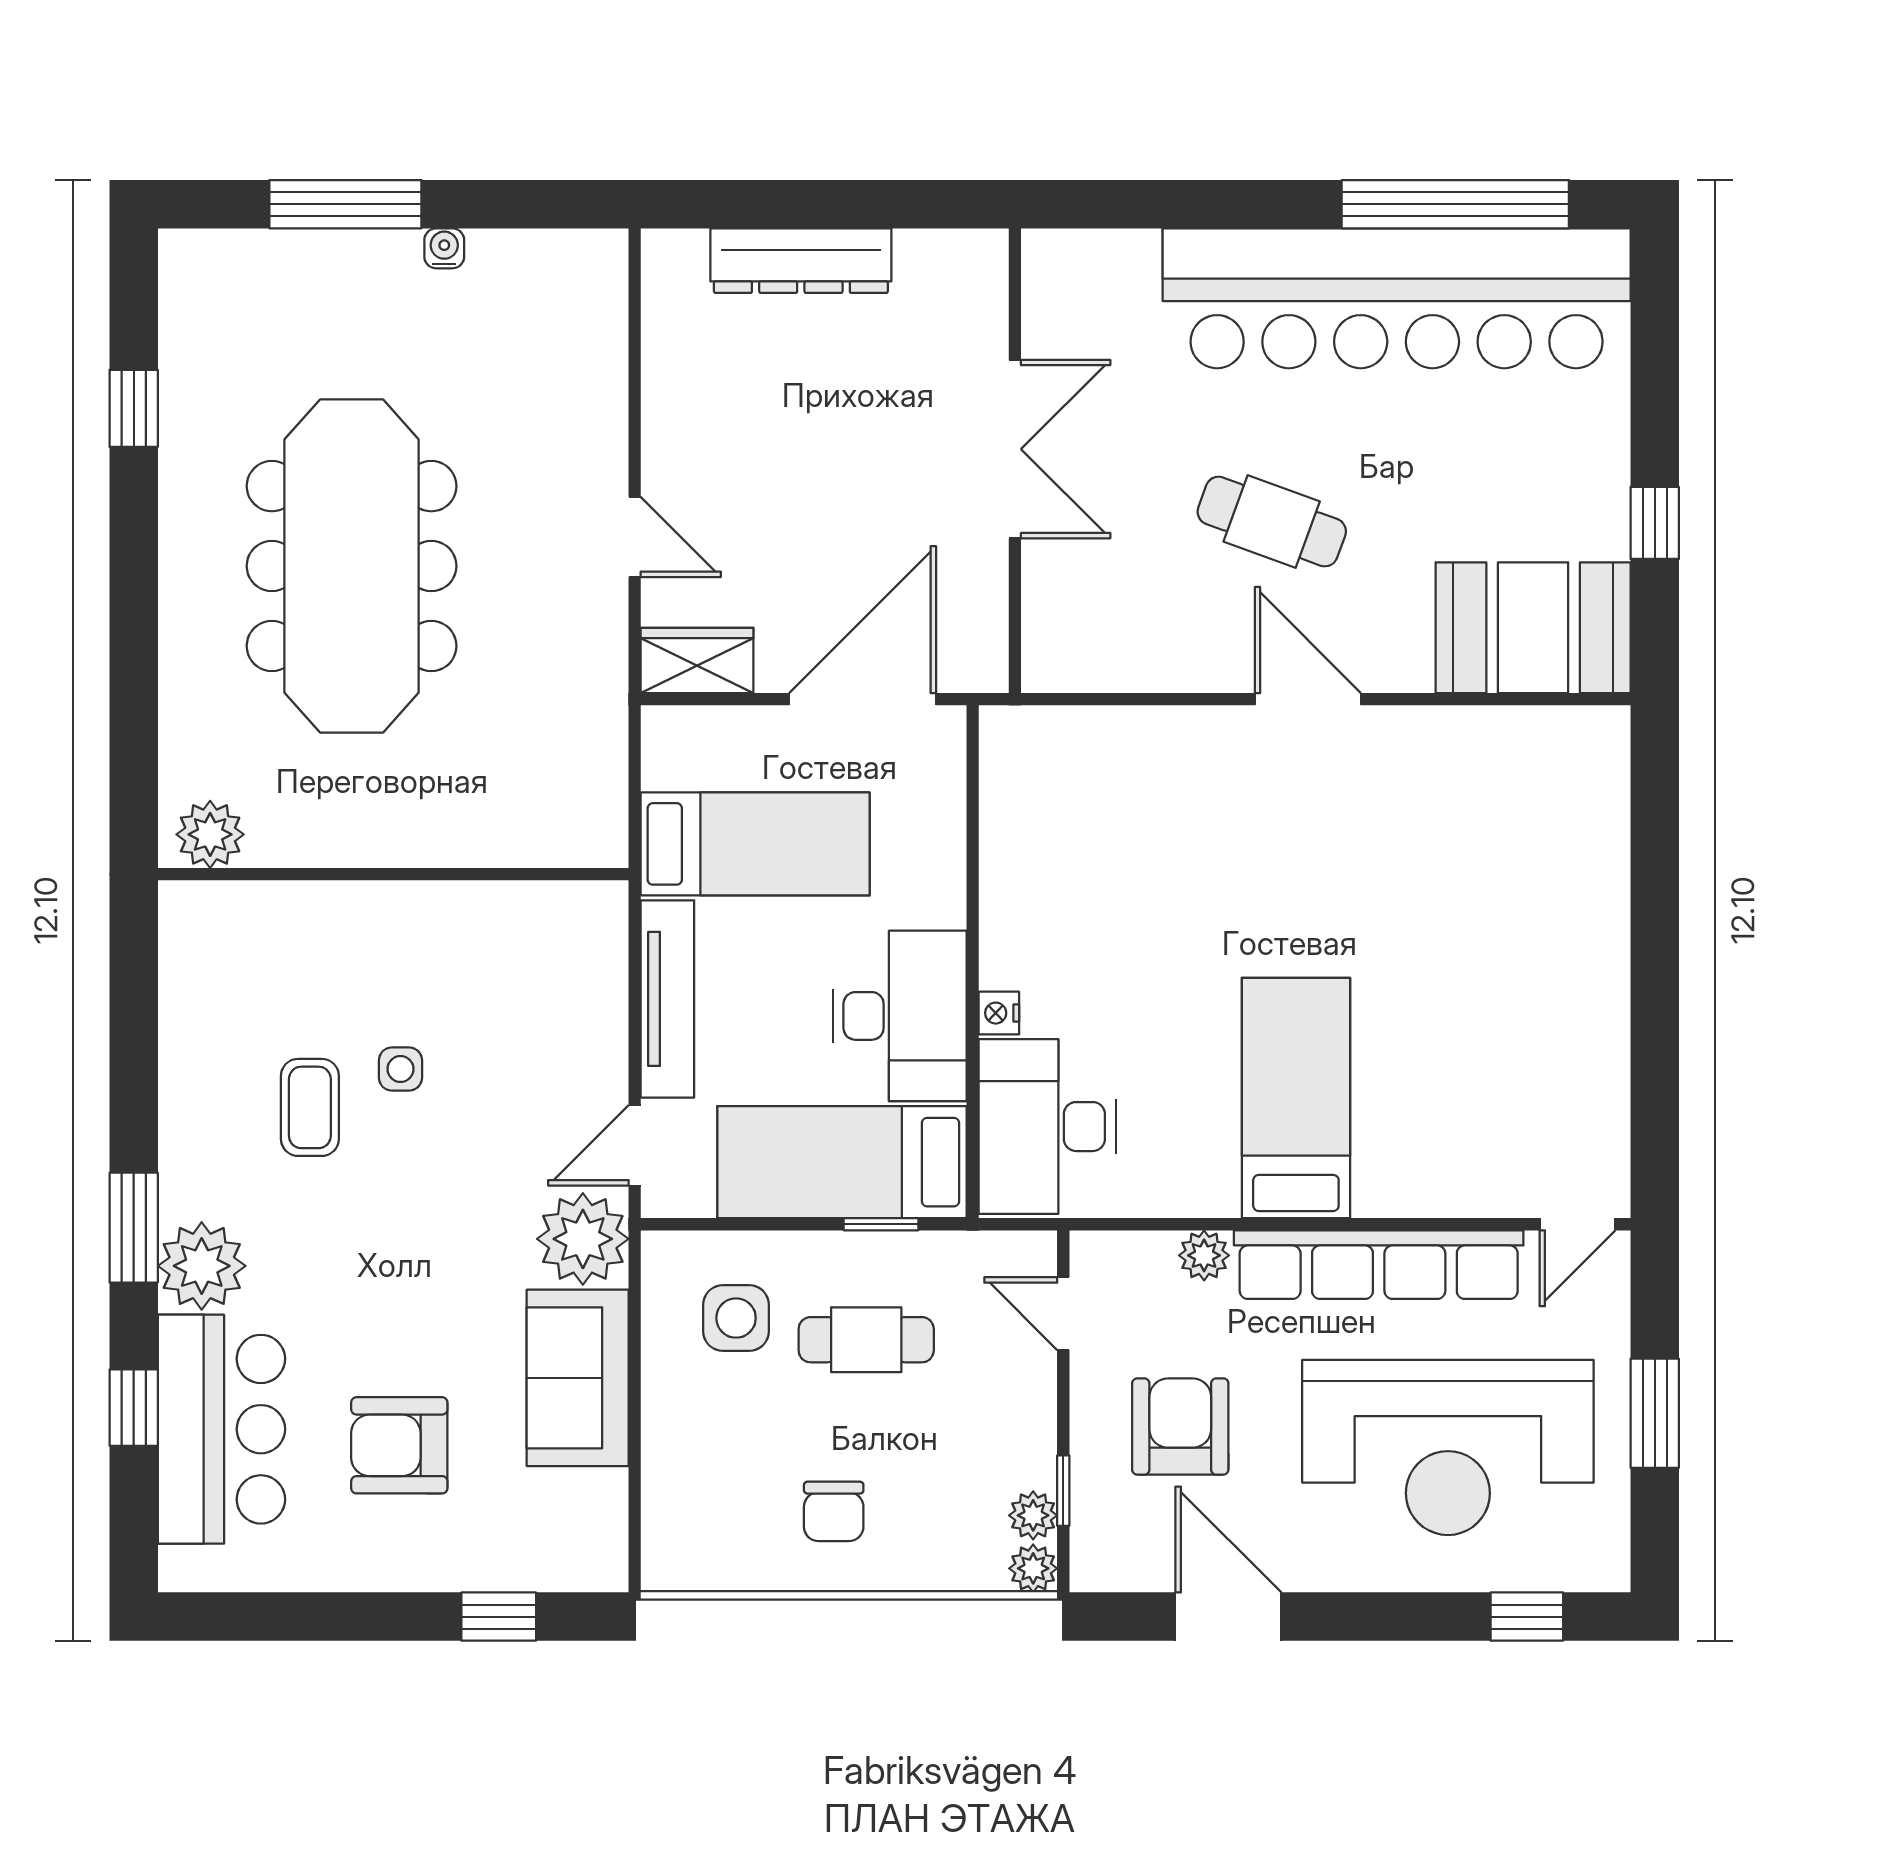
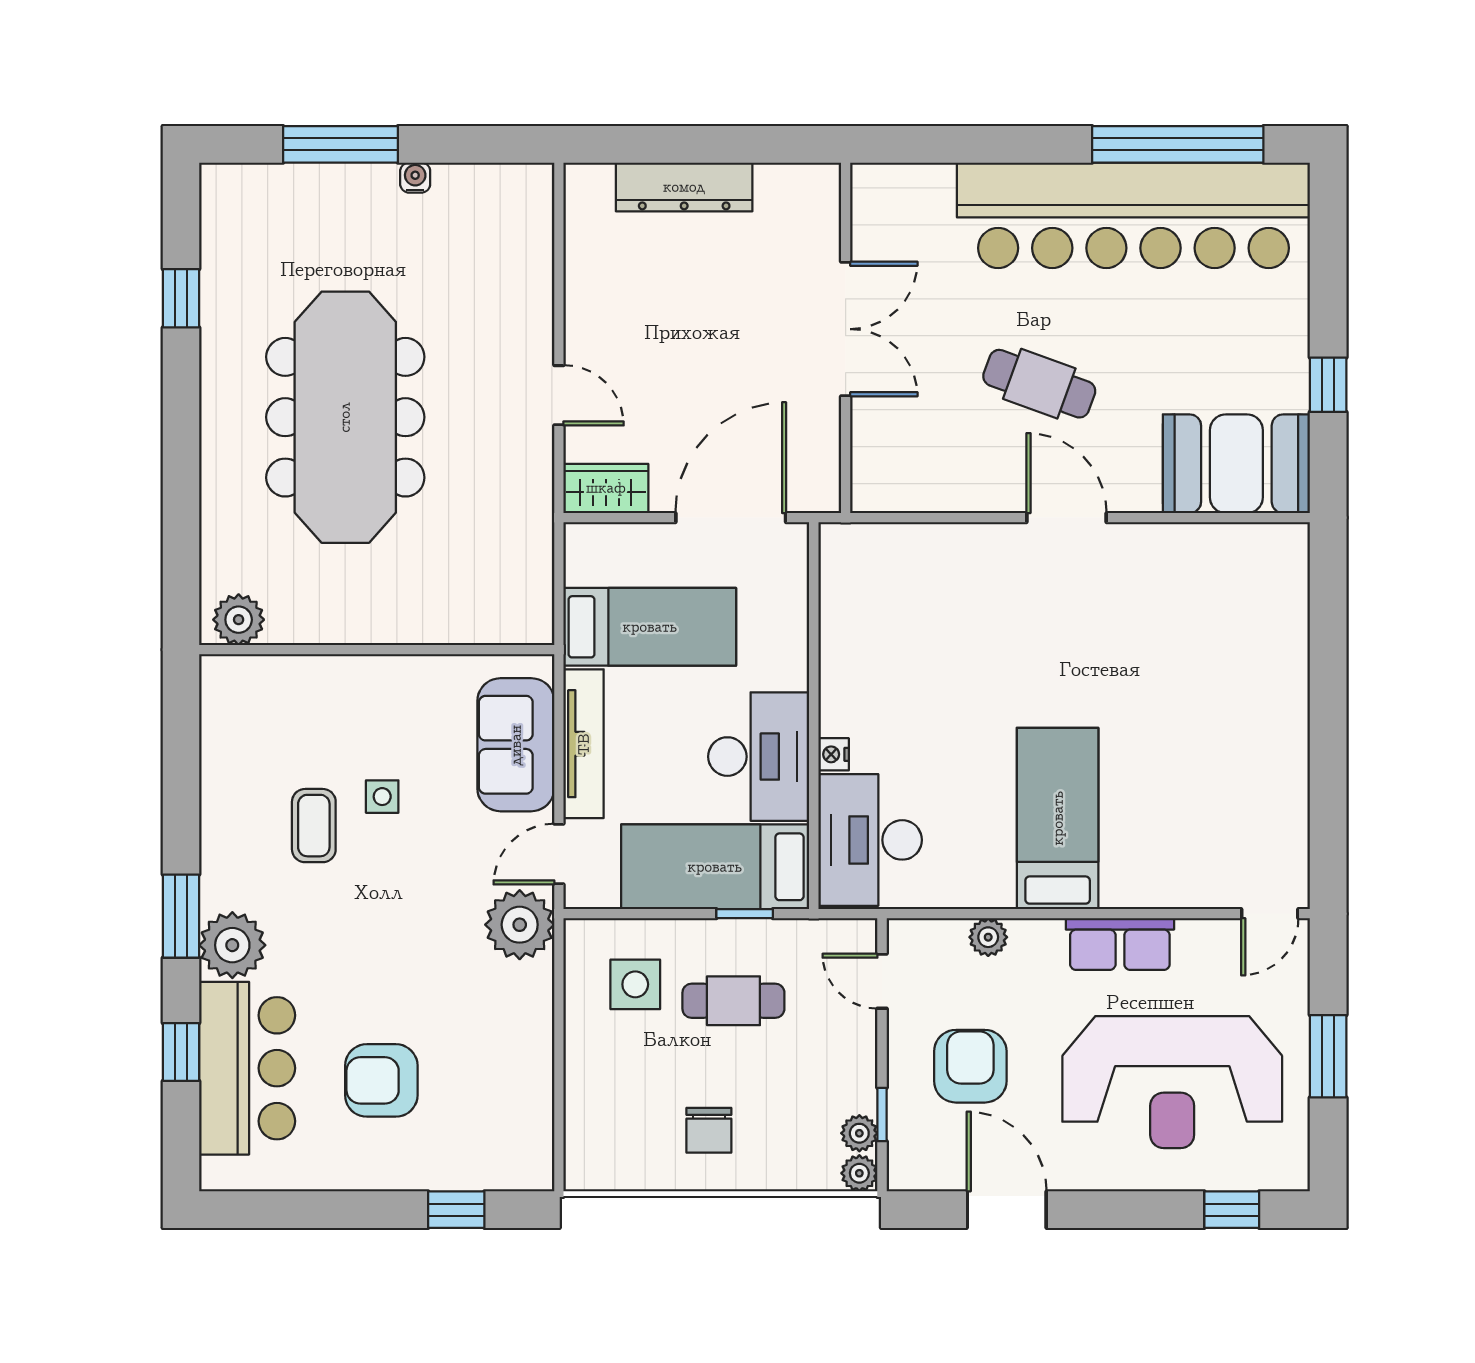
row of seats: (1379, 1265) -> (1120, 944), width x0.50
sofa: (578, 1378) -> (516, 745), moved

